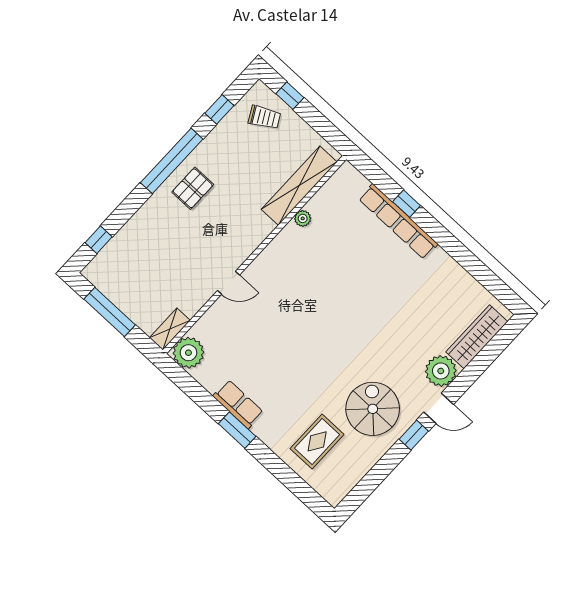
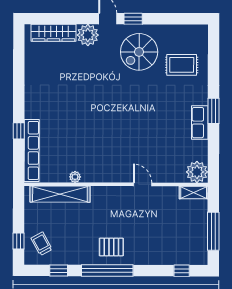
row of seats: (398, 221) -> (32, 150), moved

